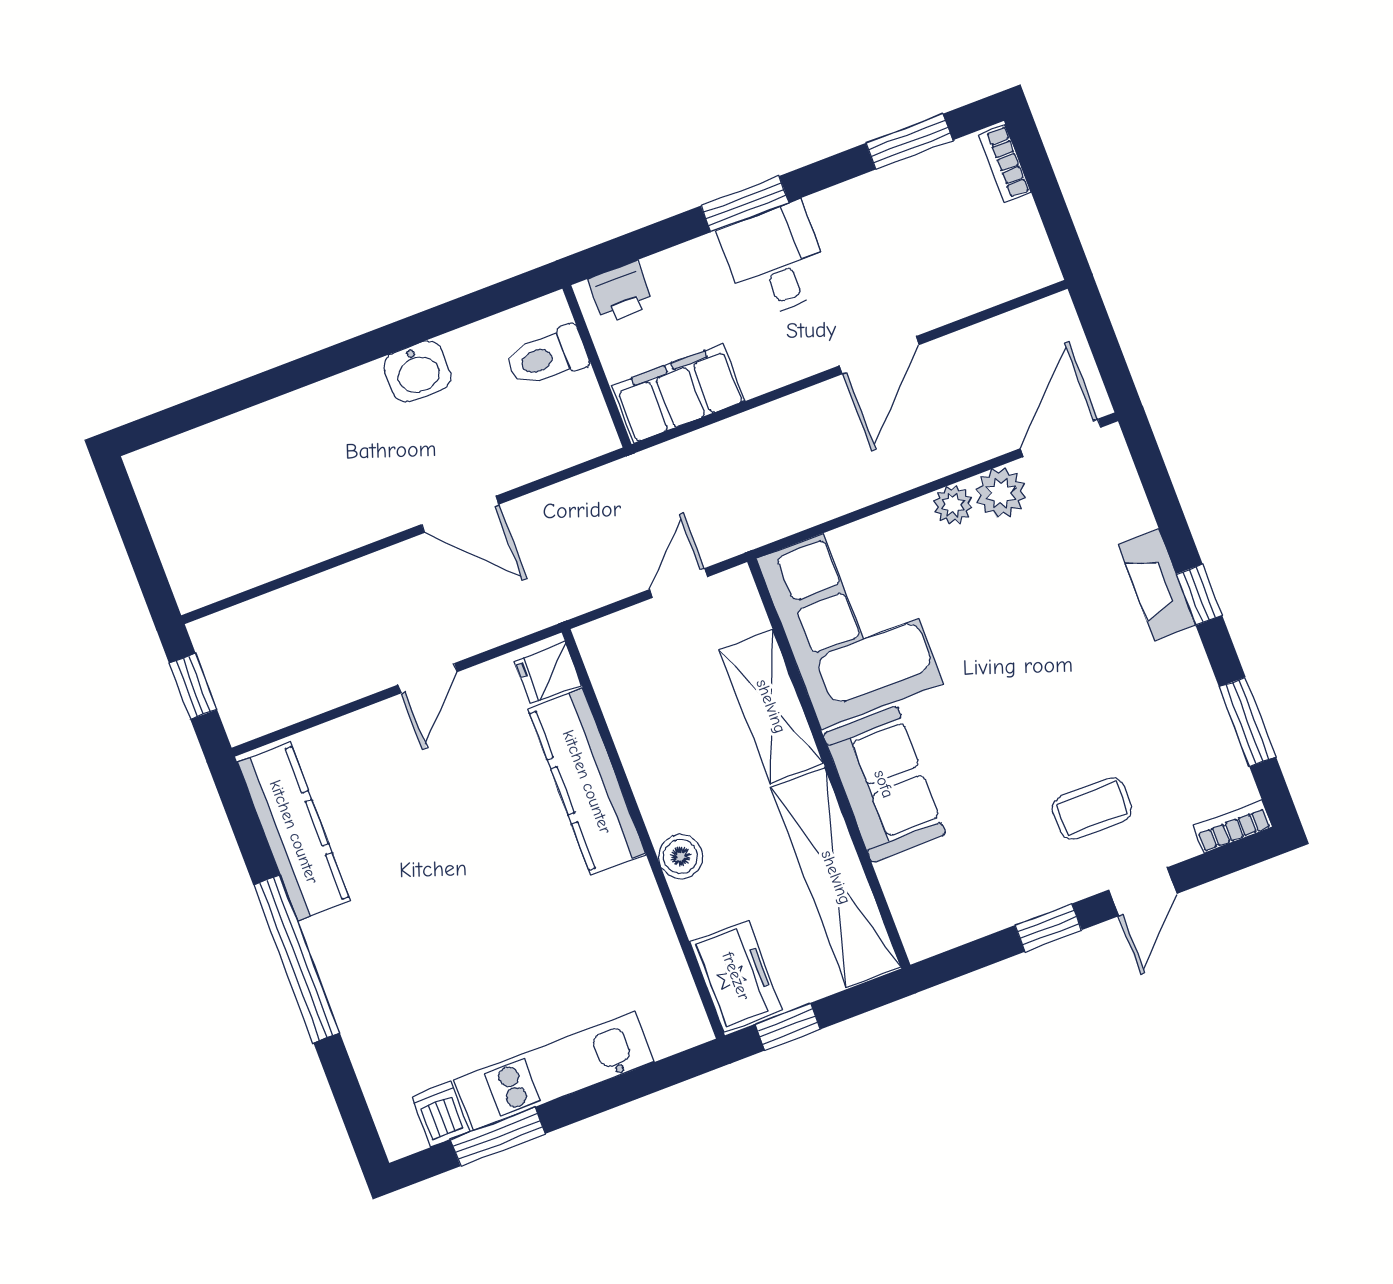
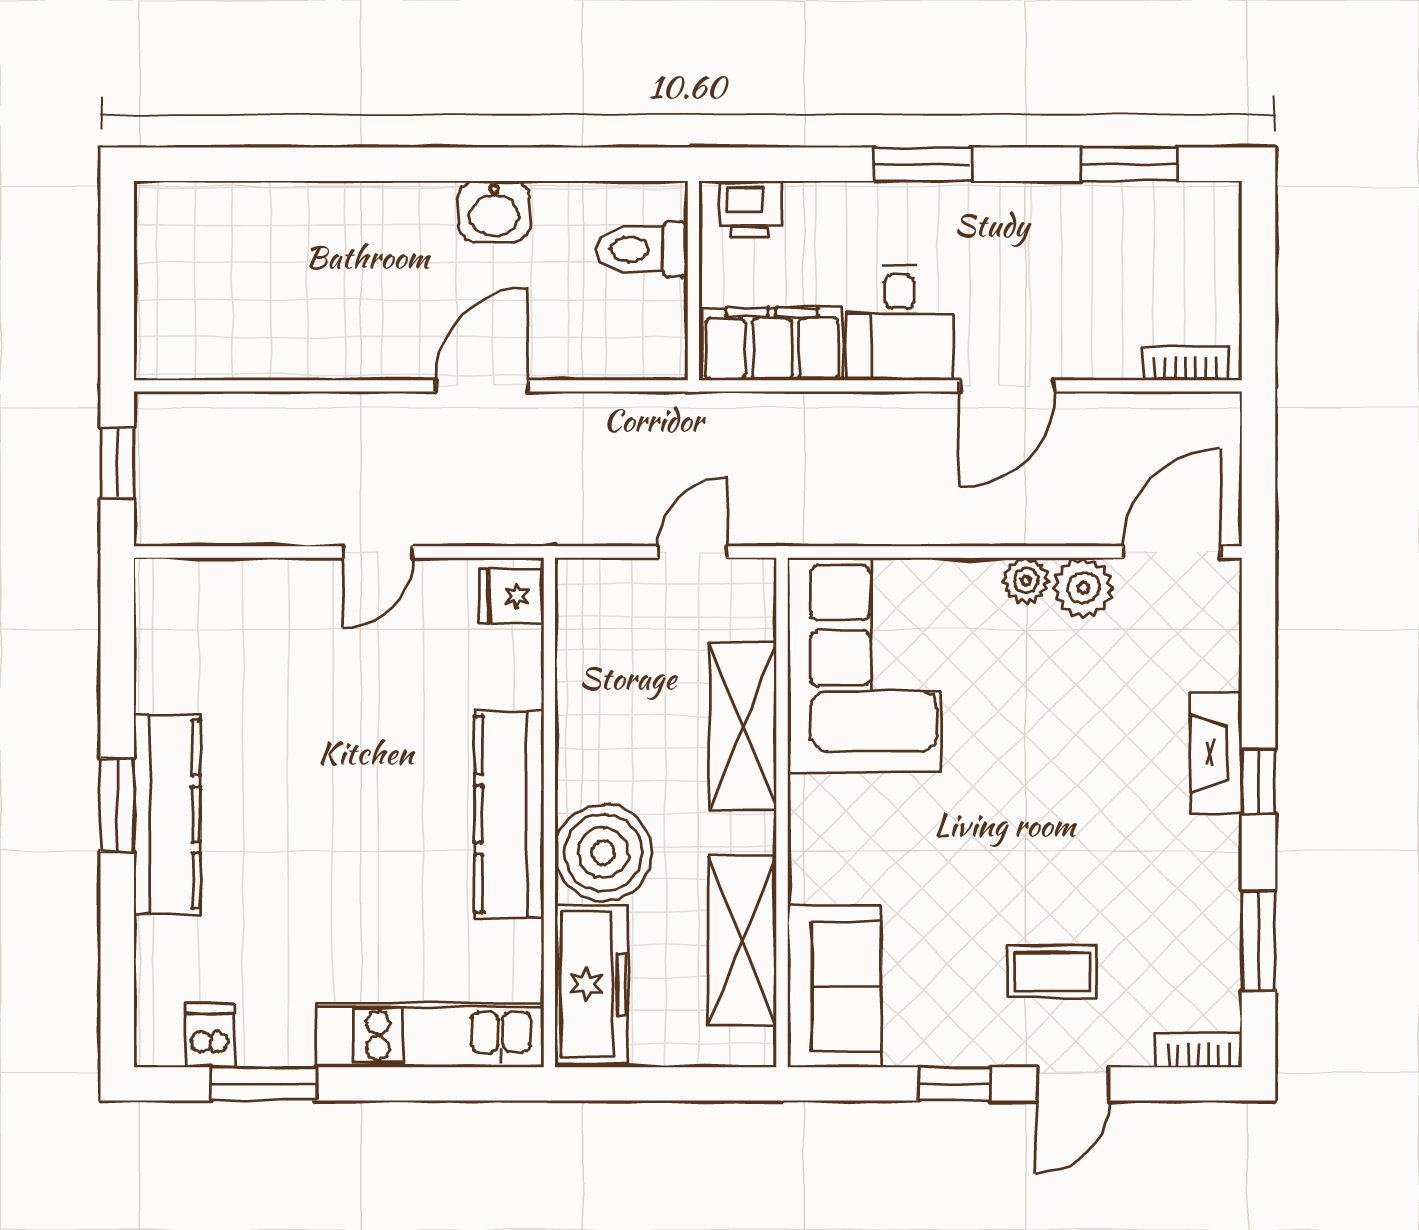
bookcase: (1005, 163) -> (1185, 363), moved, turned 90
desk: (775, 260) -> (900, 323), moved, turned 180
door: (460, 514) -> (482, 386), swing flipped
kitchen counter: (587, 782) -> (509, 814), moved
sofa: (884, 784) -> (834, 986), moved
kitchen counter: (294, 832) -> (167, 814), moved
boiler: (681, 856) -> (603, 853), width x1.86, depth x1.86
shelving: (836, 877) -> (742, 940), width x0.68
window: (297, 959) -> (117, 805), width x0.47
freezer: (736, 976) -> (591, 984), width x1.40
window: (788, 1027) -> (627, 1084), removed
kitchen unit: (554, 1071) -> (430, 1035), moved

